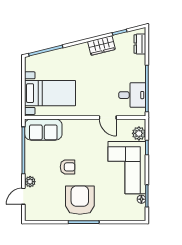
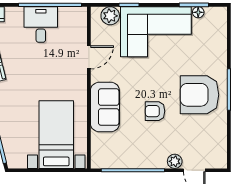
desk: (132, 95) -> (41, 25), moved
sofa: (43, 130) -> (105, 107), moved
armchair: (68, 167) -> (155, 111), turned -90

